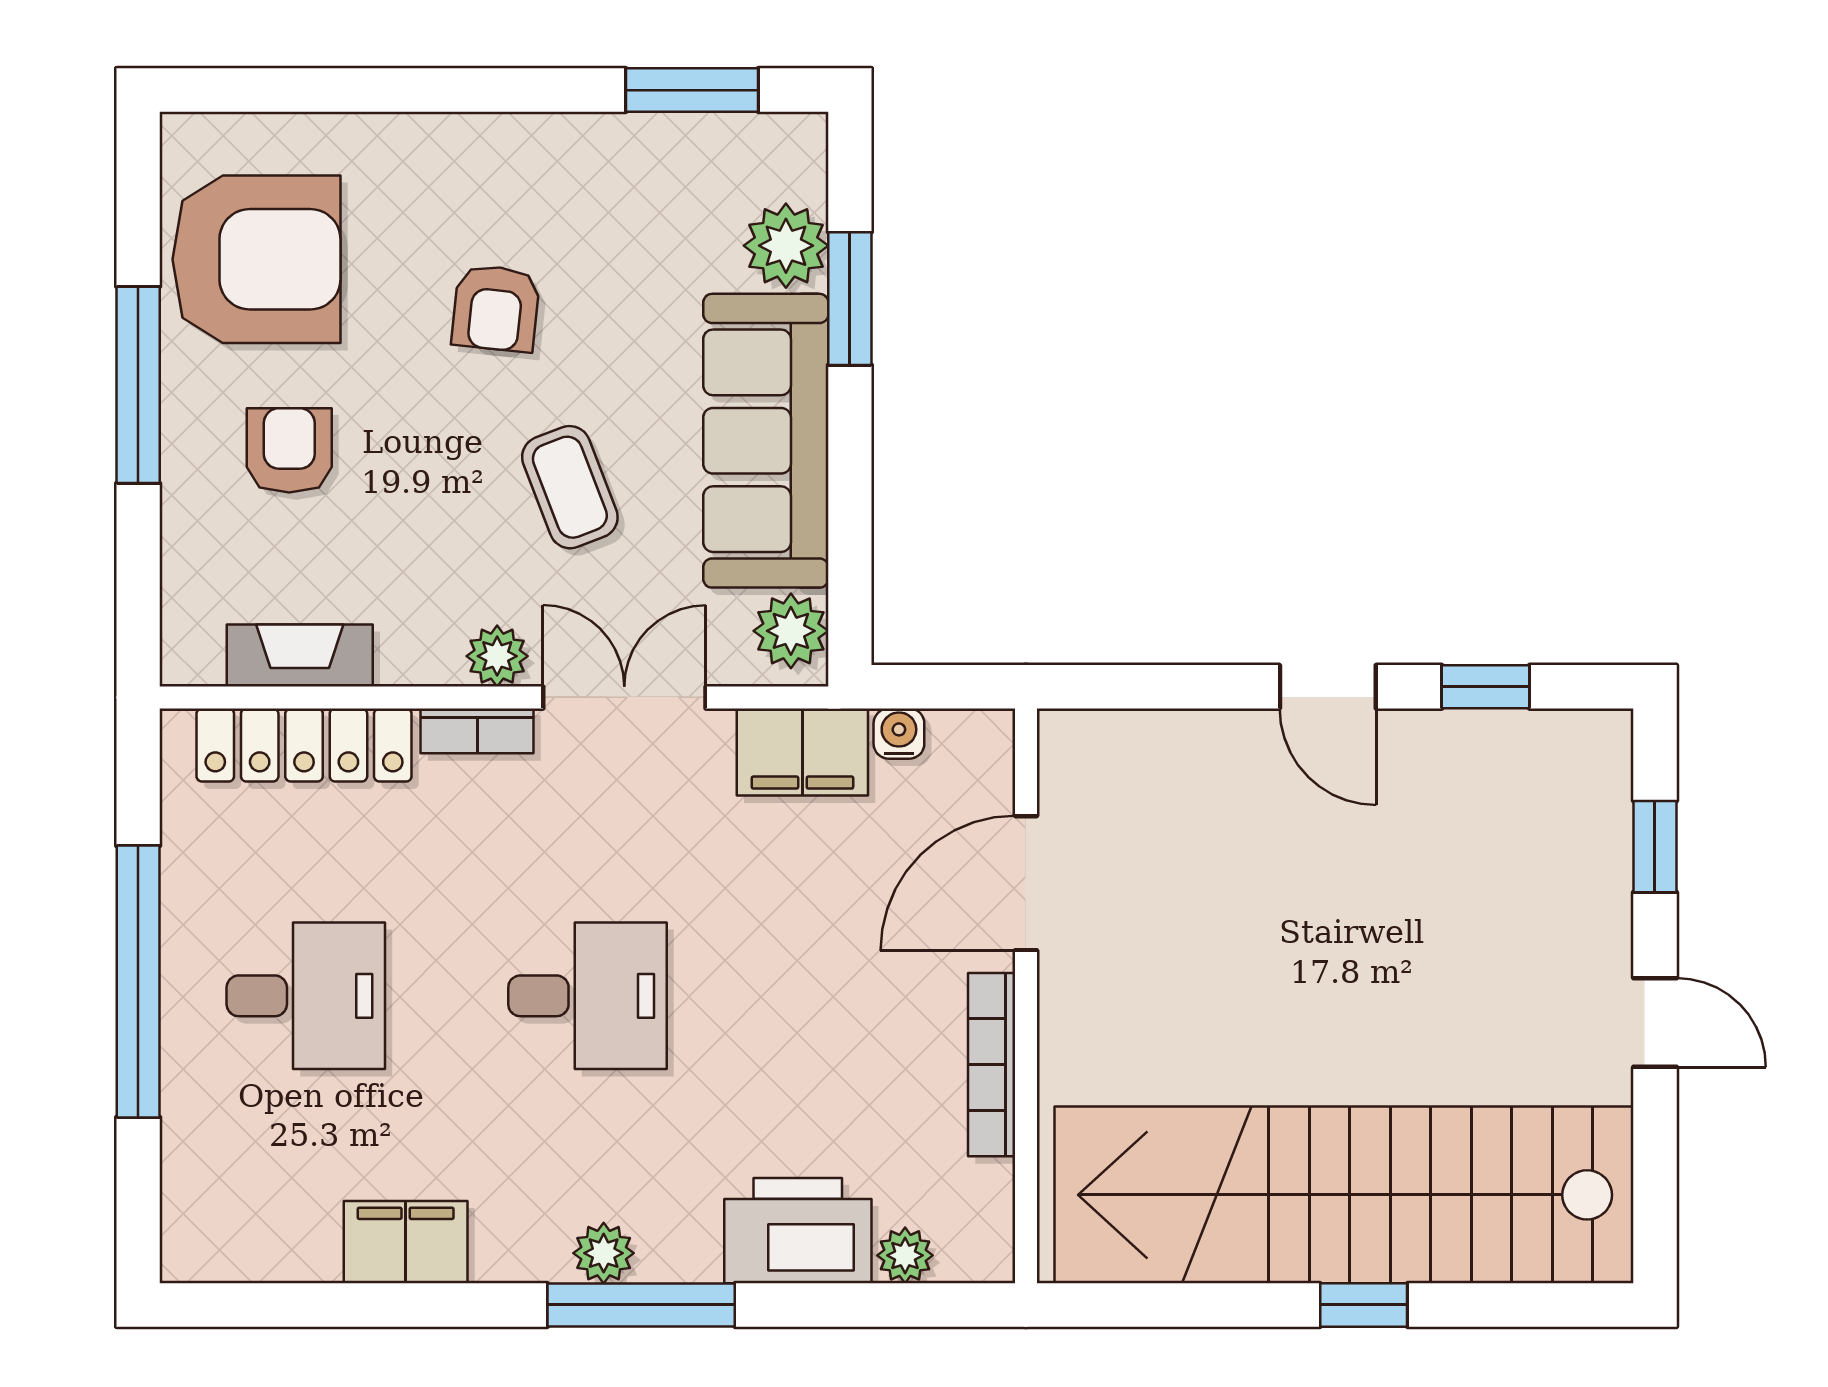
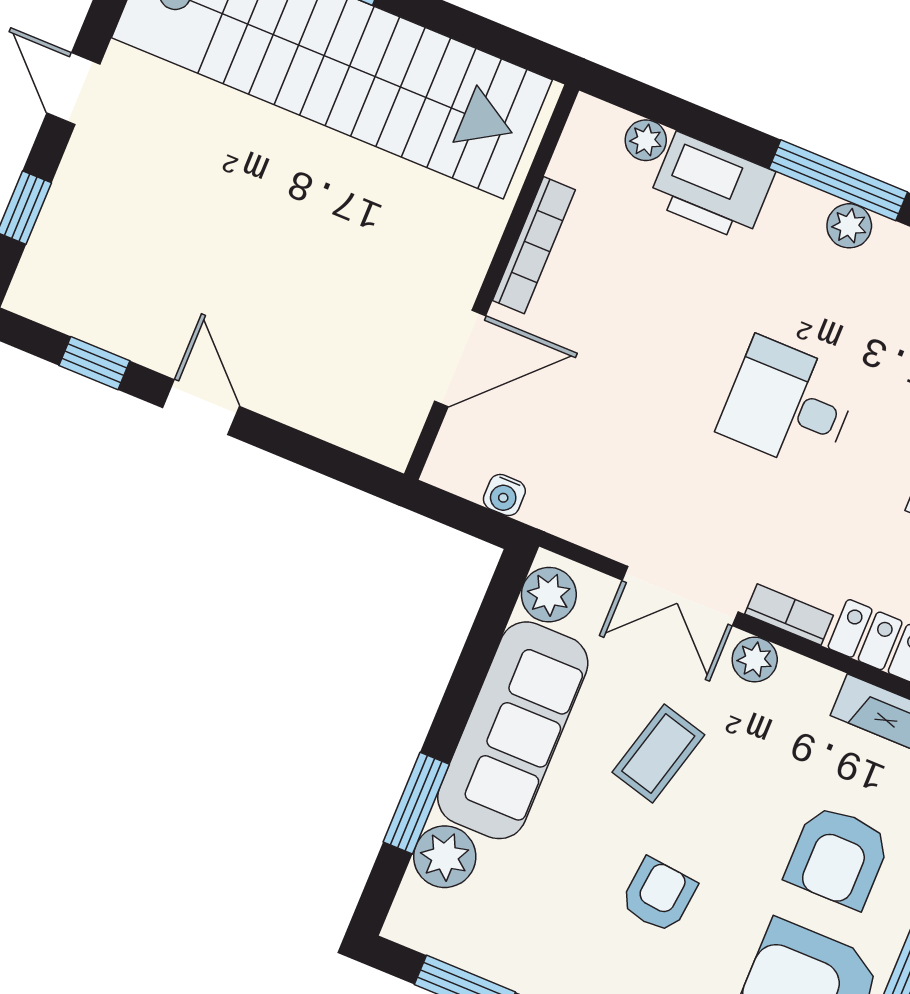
armchair: (289, 450) -> (838, 857), width x1.38, depth x1.38
coffee table: (570, 487) -> (658, 754), turned 36
filing cabinet: (802, 752) -> (575, 509), removed

